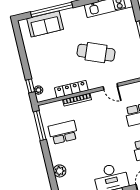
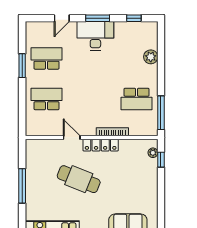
locker: (71, 89) -> (101, 145), moved

